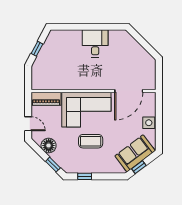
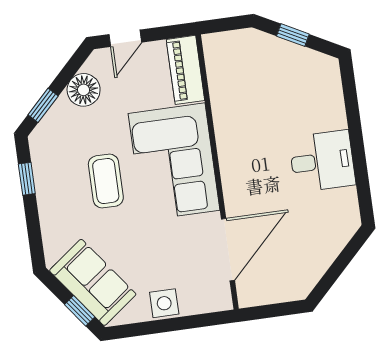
door: (129, 91) -> (228, 250), swing flipped
window: (139, 167) -> (80, 311), moved

